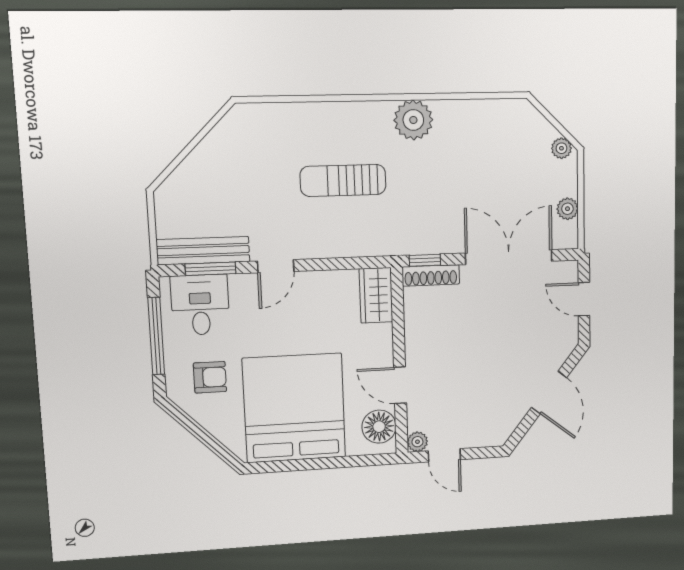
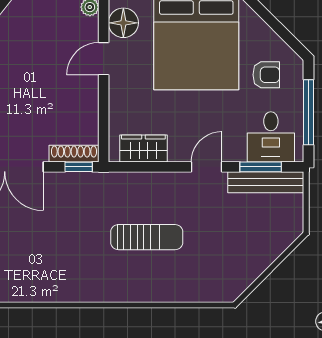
plant: (413, 120) -> (85, 286), removed
wardrobe: (376, 295) -> (143, 148), moved, turned -90
armchair: (210, 377) -> (266, 75), turned 180
door: (400, 385) -> (104, 59), swing flipped

